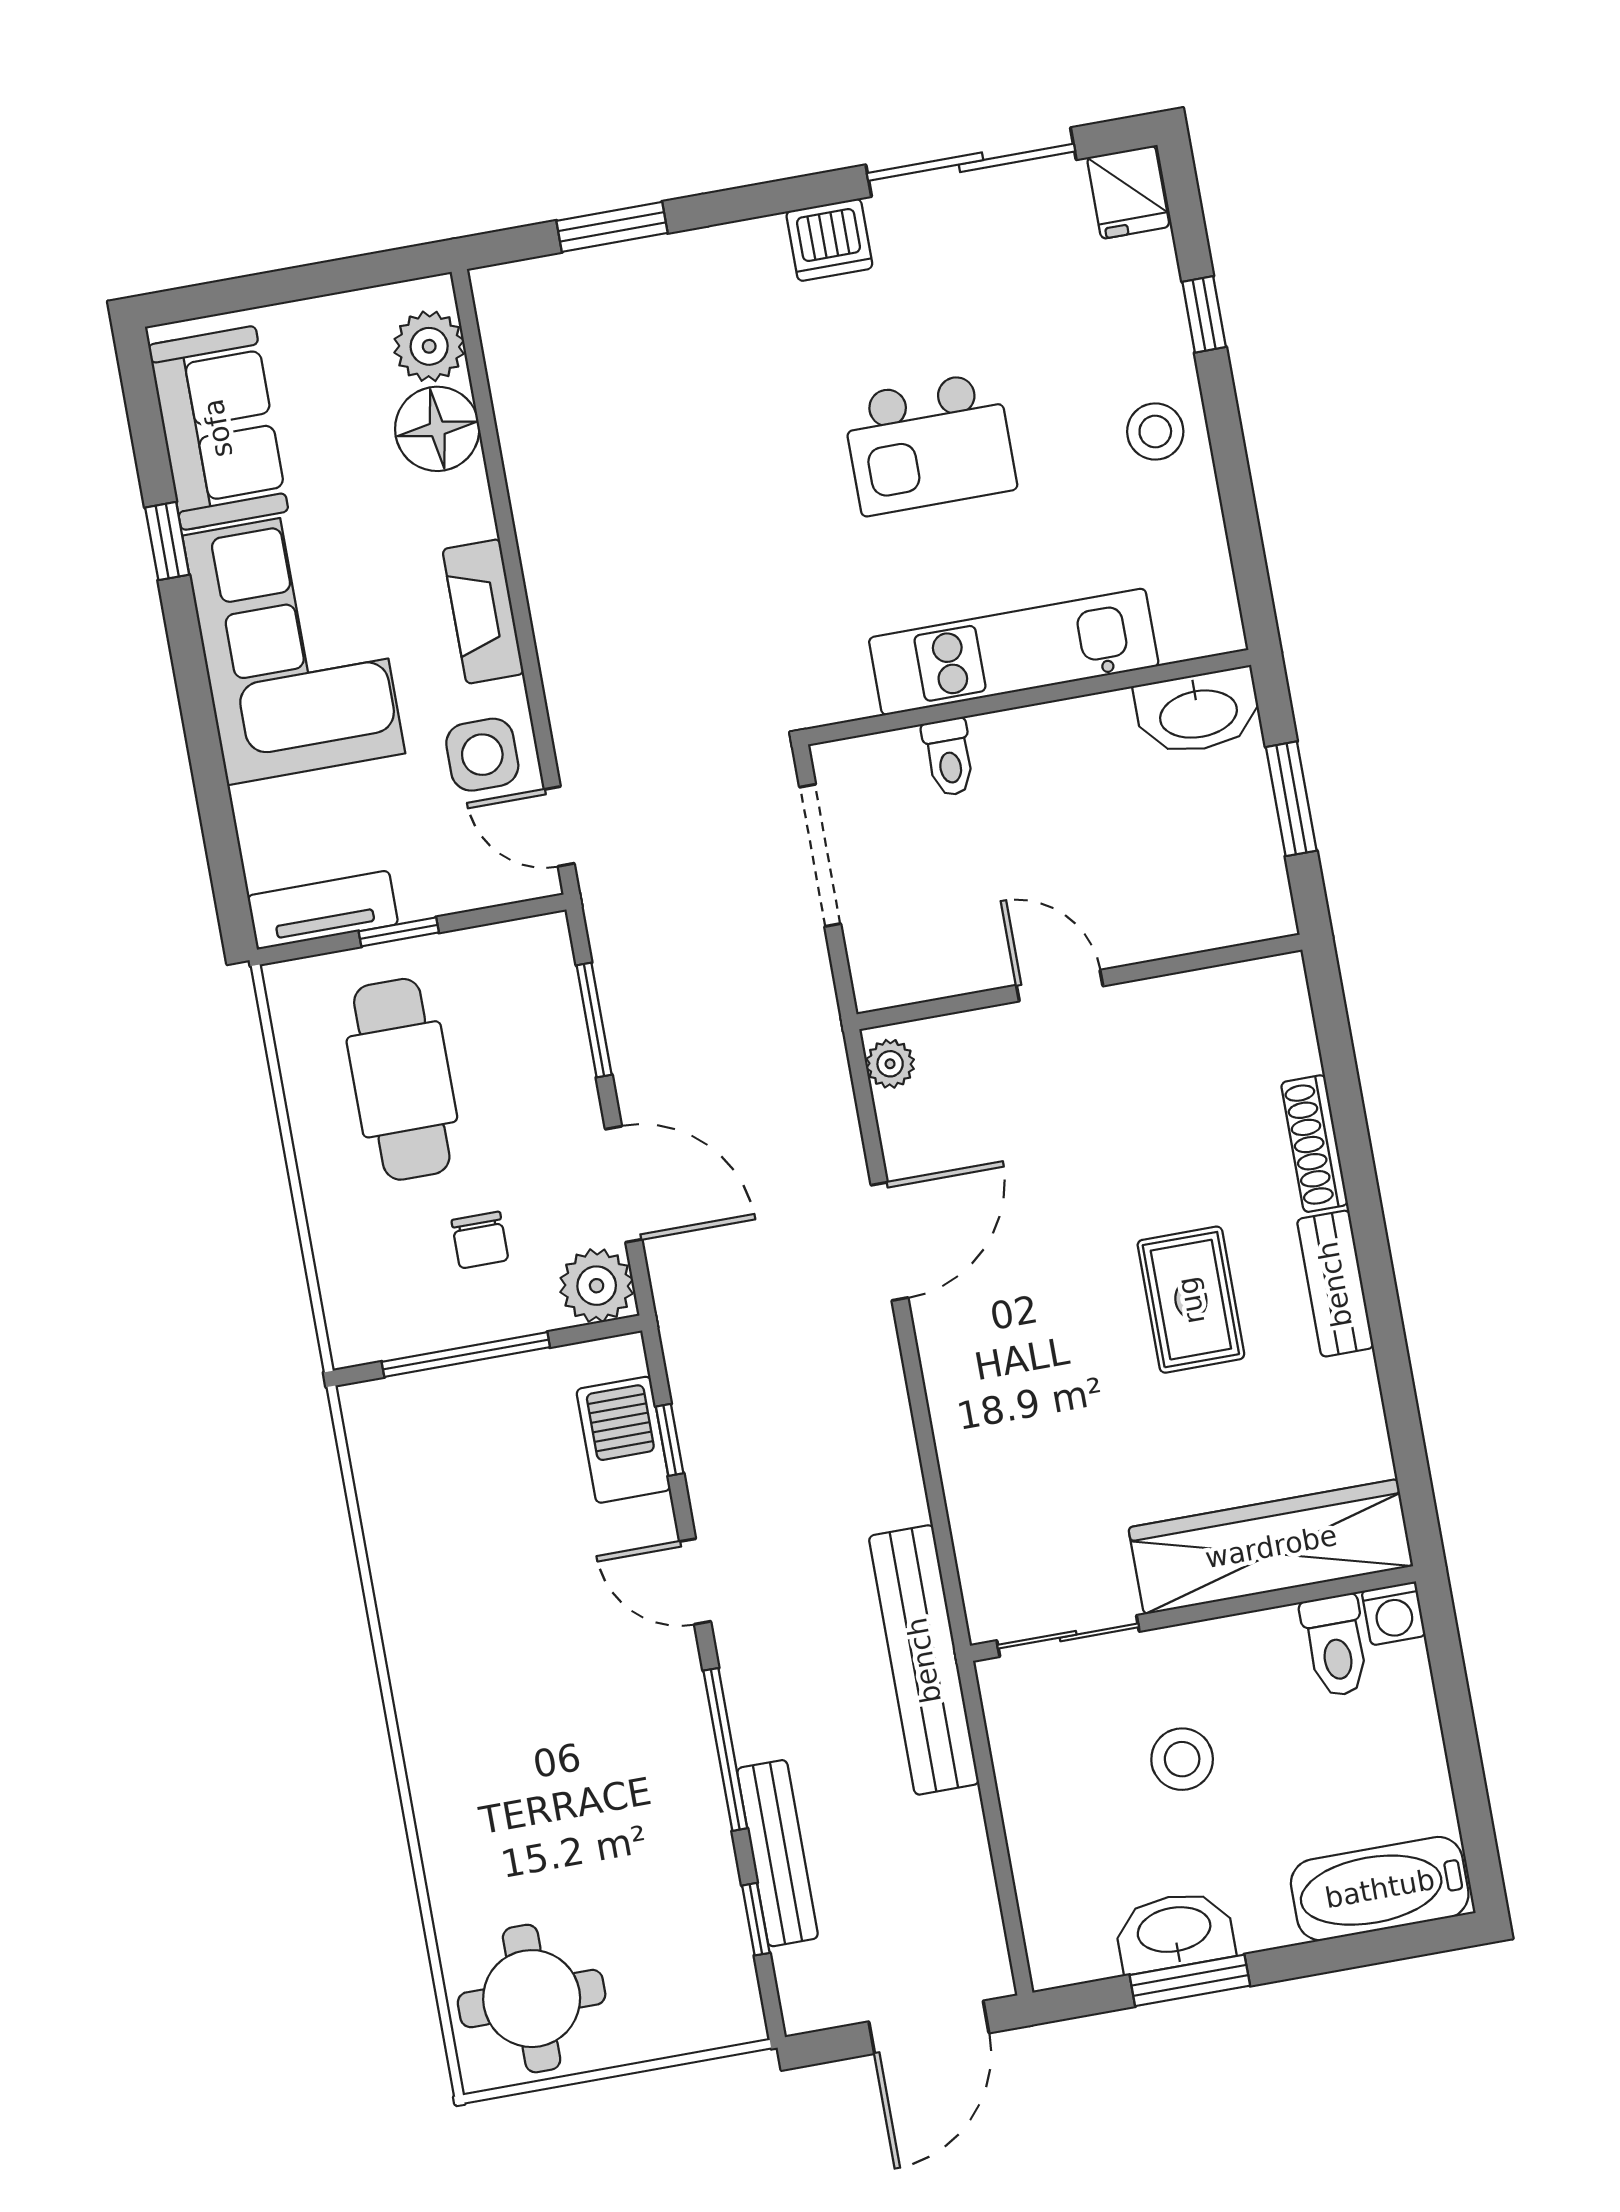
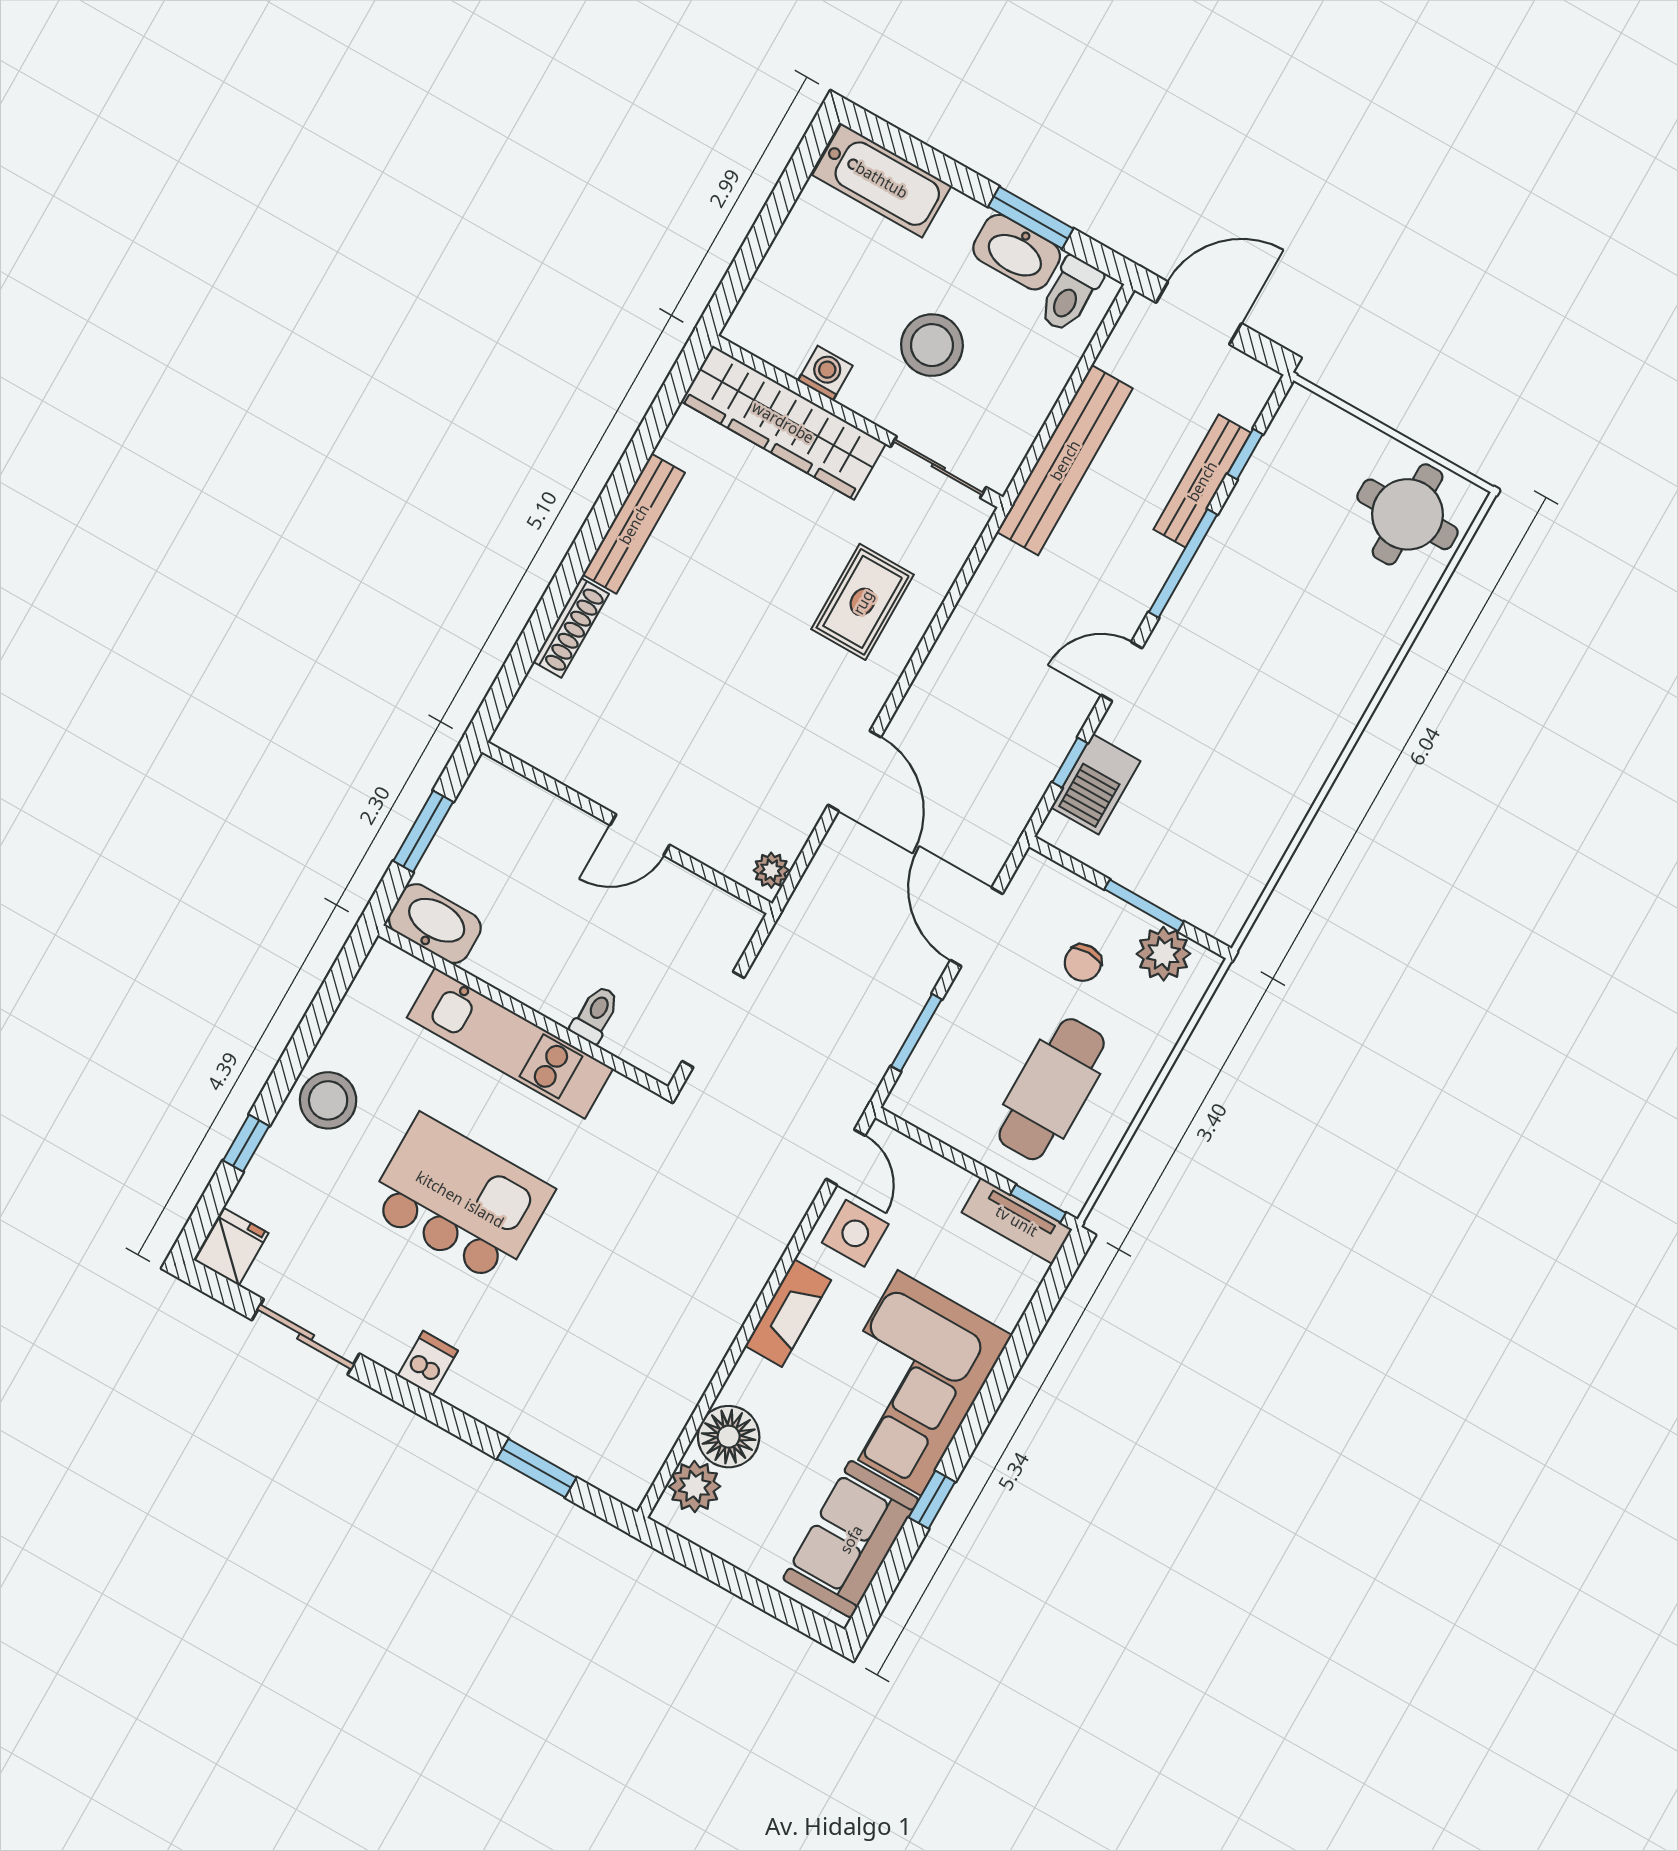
sliding door: (971, 162) -> (306, 1337), width x0.73
dishwasher: (829, 240) -> (428, 1363), width x0.73
stool: (1155, 432) -> (328, 1100), width x1.38, depth x1.38
kitchen island: (929, 444) -> (460, 1199), width x1.37, depth x1.28
window: (399, 932) -> (1038, 1203), moved
door: (1060, 986) -> (640, 835), hinge flipped
chair: (480, 1240) -> (1083, 963), turned 180
door: (890, 1241) -> (854, 771), swing flipped
bench: (1335, 1284) -> (634, 524), width x1.36
plant: (597, 1286) -> (1163, 954), moved
rug: (1191, 1300) -> (863, 602), moved
window: (466, 1354) -> (1144, 905), width x0.69
door: (695, 1581) -> (1122, 671), swing flipped
washing machine: (1394, 1613) -> (825, 373), moved
toilet: (1336, 1646) -> (1070, 294), moved, turned 180
bench: (924, 1660) -> (1065, 460), moved
stool: (1182, 1759) -> (932, 345), width x1.38, depth x1.38

